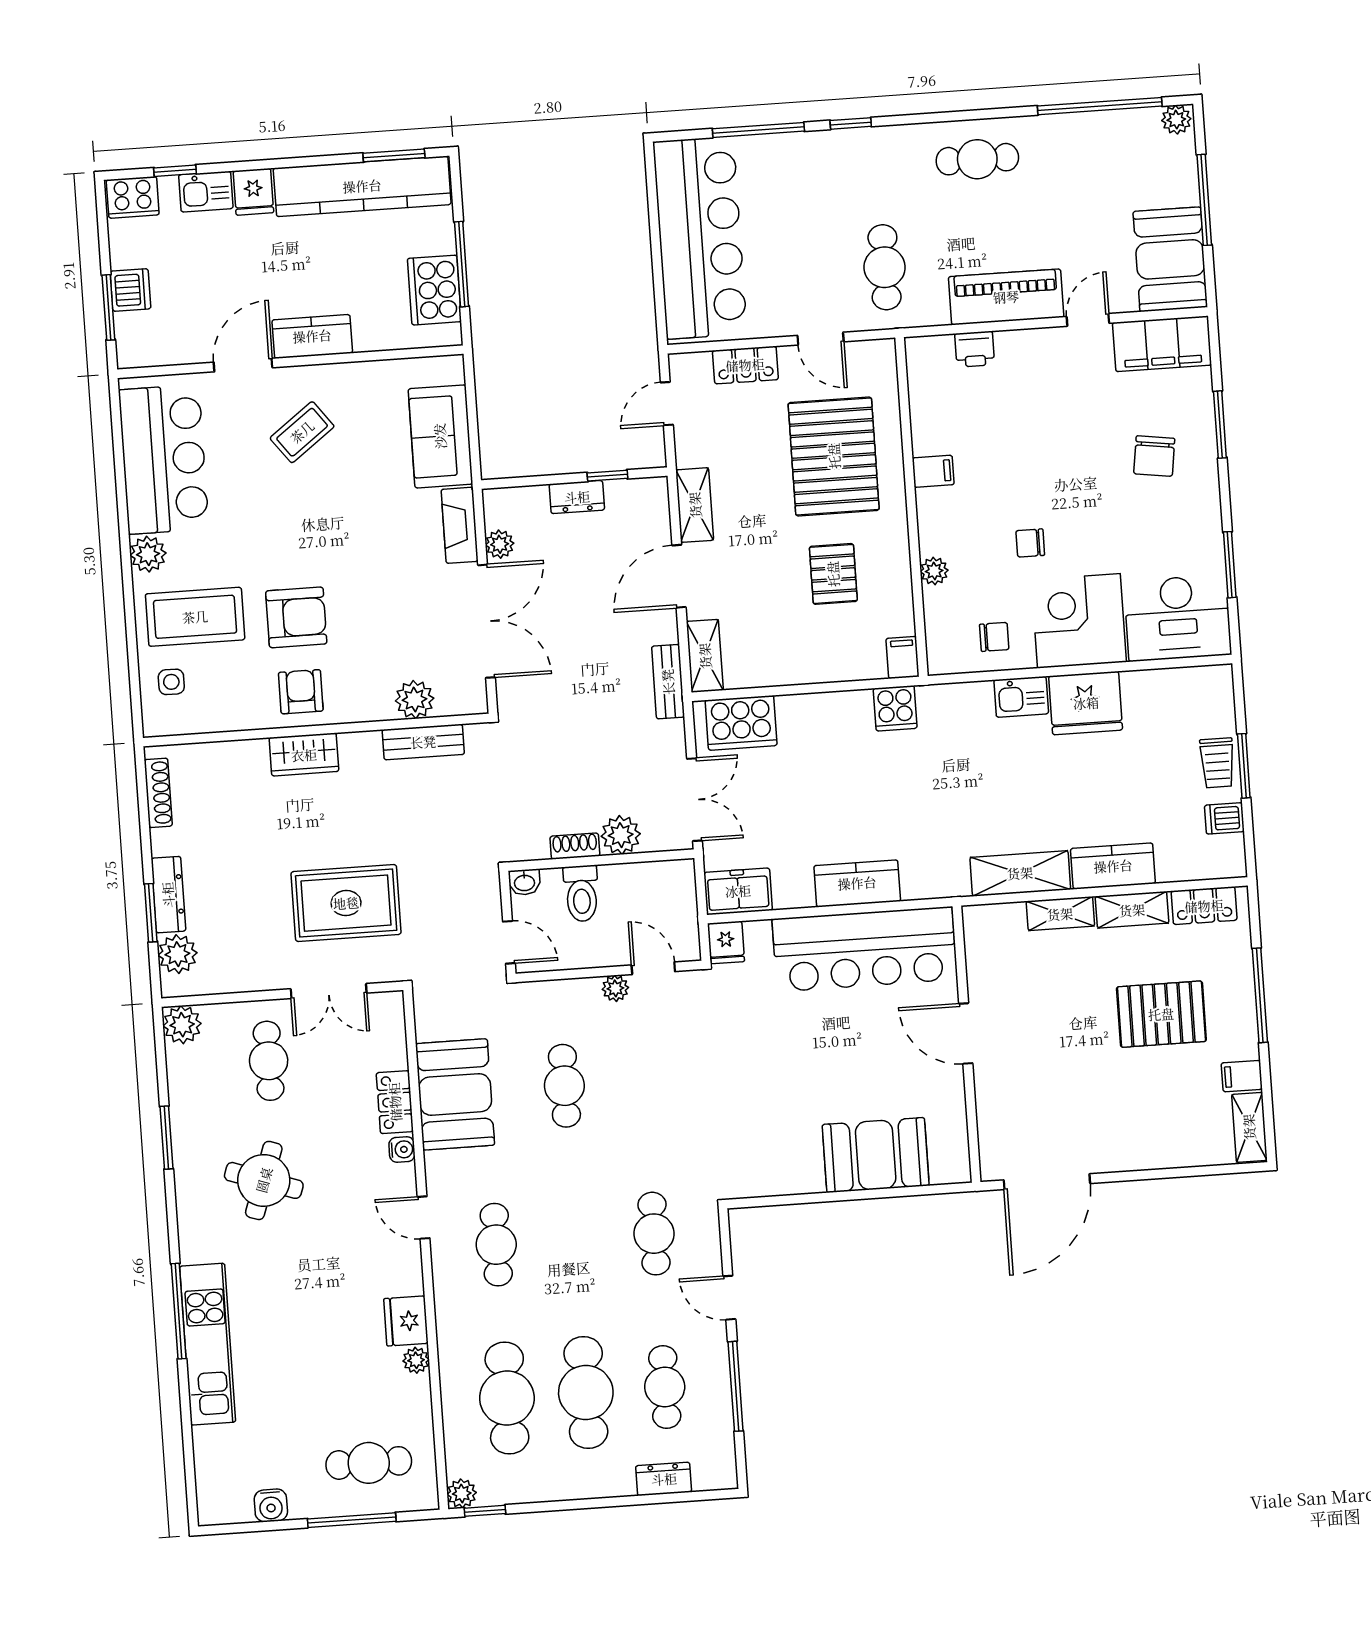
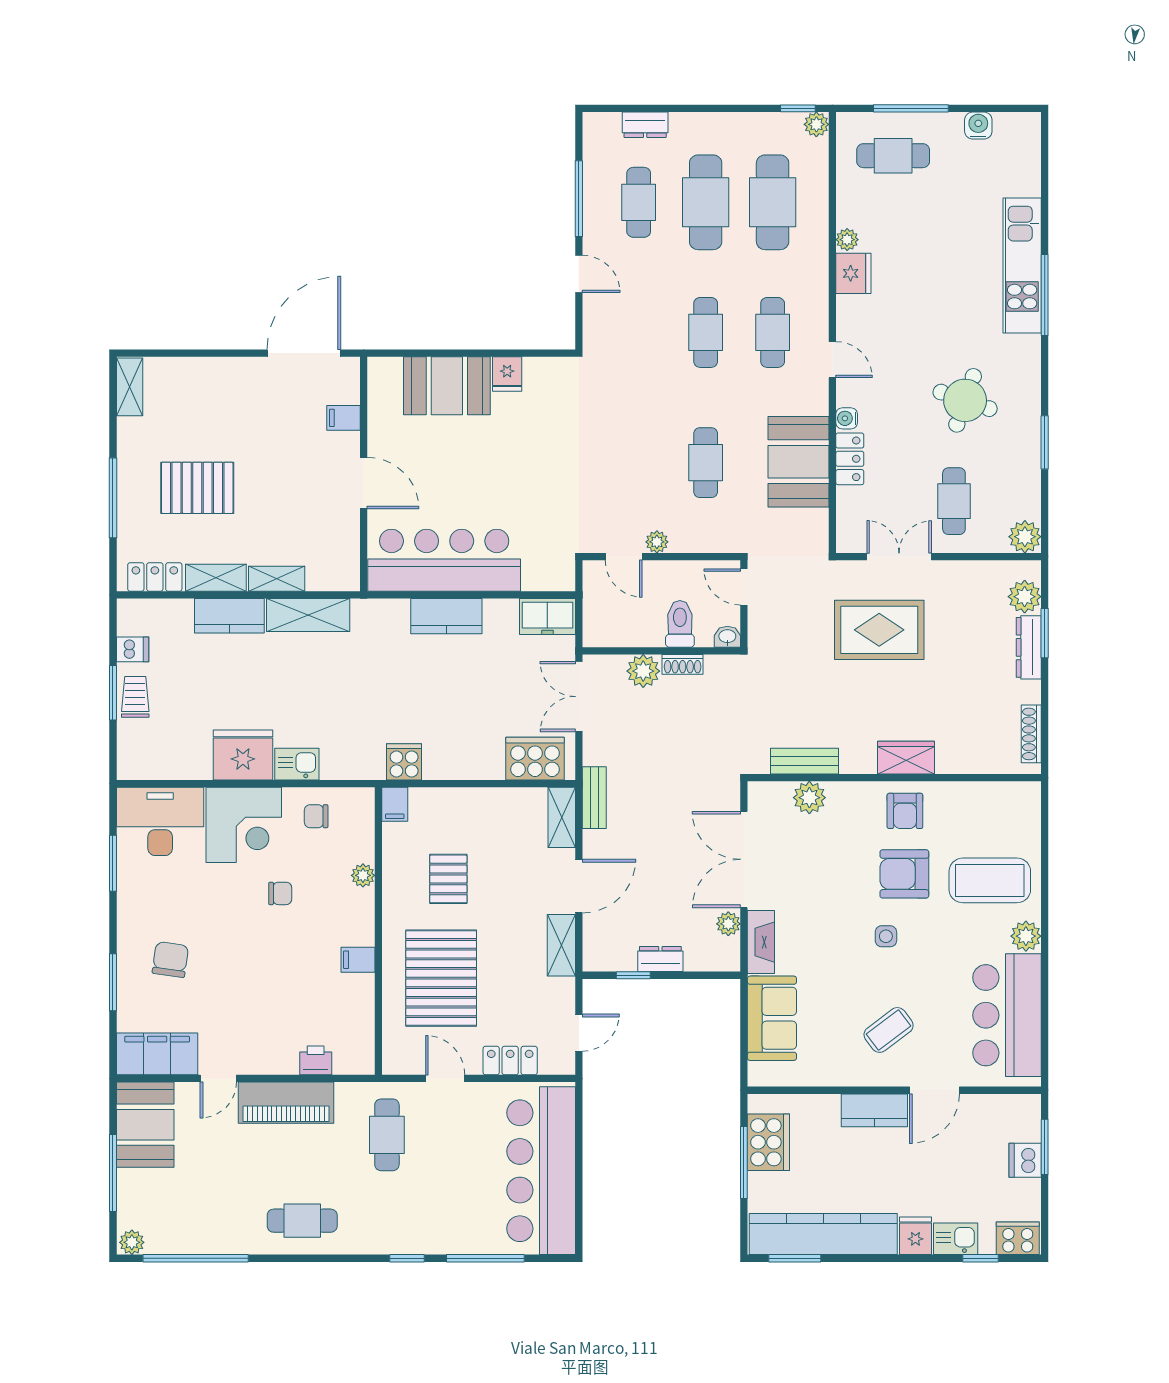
side table: (171, 682) -> (886, 936), moved
fridge: (726, 942) -> (507, 374), moved, turned 180
filing cabinet: (1242, 1076) -> (344, 418), moved, turned 180
cafe table: (654, 1234) -> (706, 332), moved

